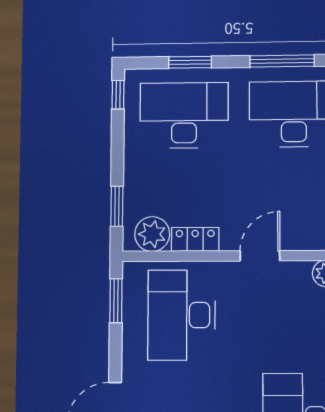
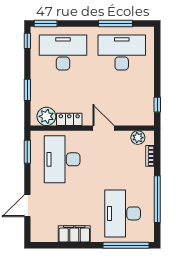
window: (190, 62) -> (46, 24), moved
window: (117, 206) -> (27, 90), moved
door: (260, 256) -> (103, 128), hinge flipped

